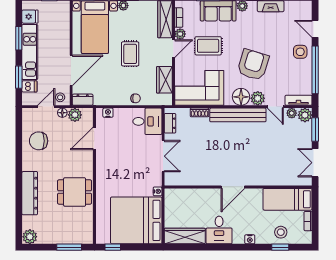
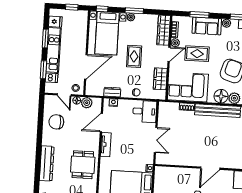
dresser: (83, 100) -> (112, 92), moved
door: (46, 107) -> (64, 95), swing flipped
dresser: (170, 123) -> (163, 114), removed
tv unit: (102, 165) -> (106, 145), added
dining table: (75, 192) -> (83, 165), turned 90

